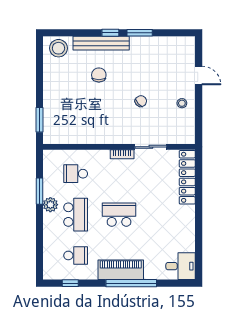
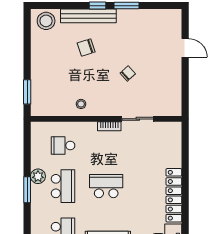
chair: (99, 75) -> (86, 47), turned -108
stool: (182, 103) -> (81, 104), moved
locker: (187, 177) -> (174, 195), moved
window: (40, 191) -> (27, 190), moved

